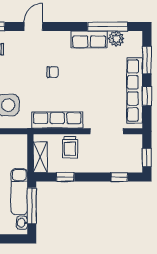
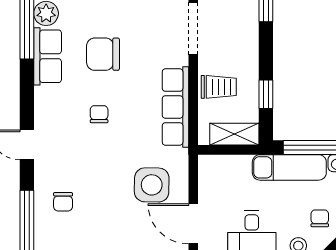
chair: (90, 74) -> (103, 54), added

